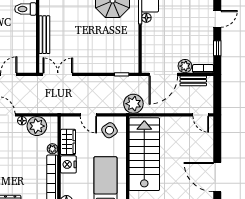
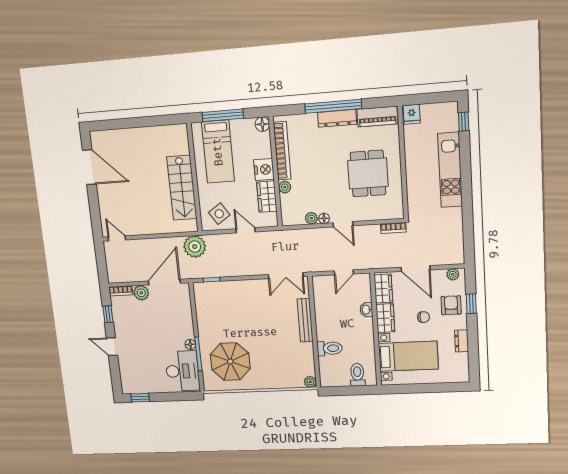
door: (217, 19) -> (112, 347), hinge flipped
bench: (193, 81) -> (130, 277), removed
plant: (37, 126) -> (311, 218), width x0.53, depth x0.53
stairs: (144, 154) -> (182, 188), width x0.73, depth x0.66

